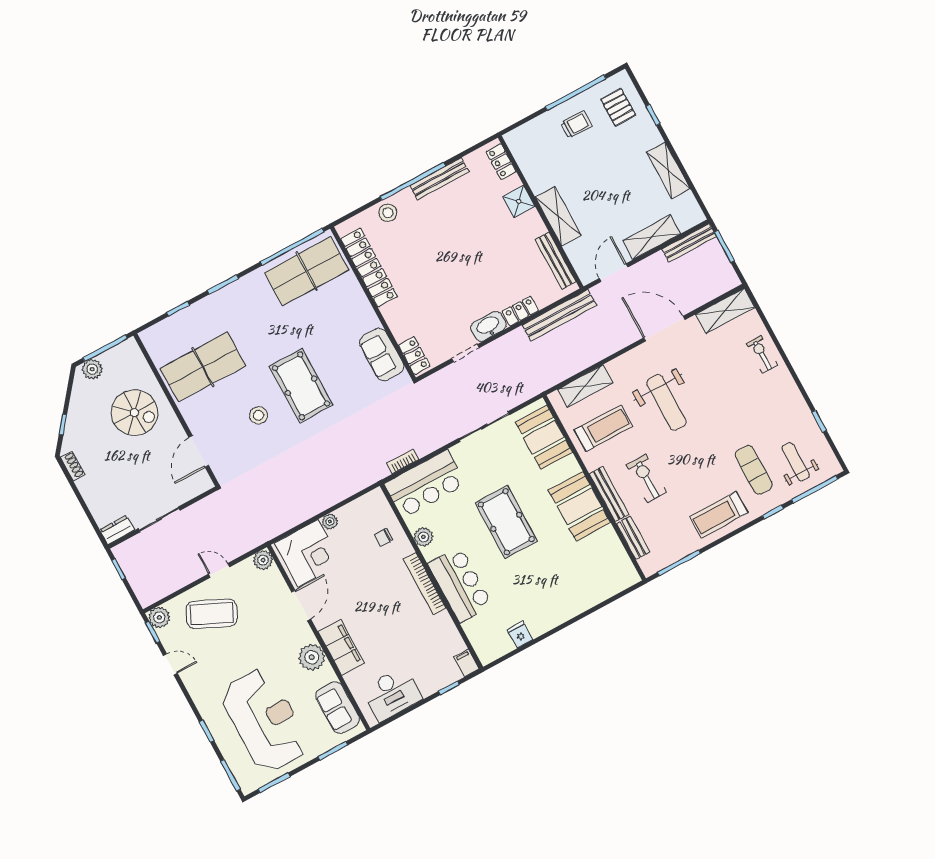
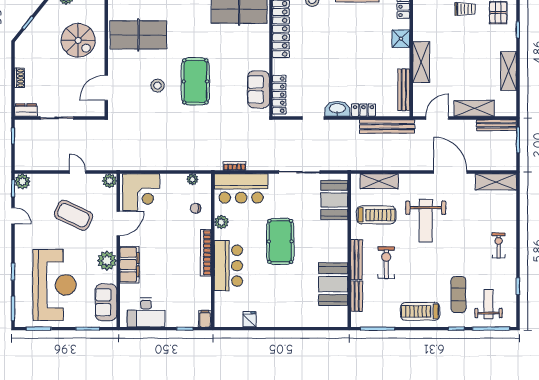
exercise bike: (762, 354) -> (499, 245), moved
locker: (414, 356) -> (279, 95), width x1.53
shoe rack: (72, 466) -> (19, 78), moved
booth: (580, 506) -> (333, 284), moved
plant: (330, 521) -> (192, 179), moved
coffee table: (212, 614) -> (73, 215), moved

